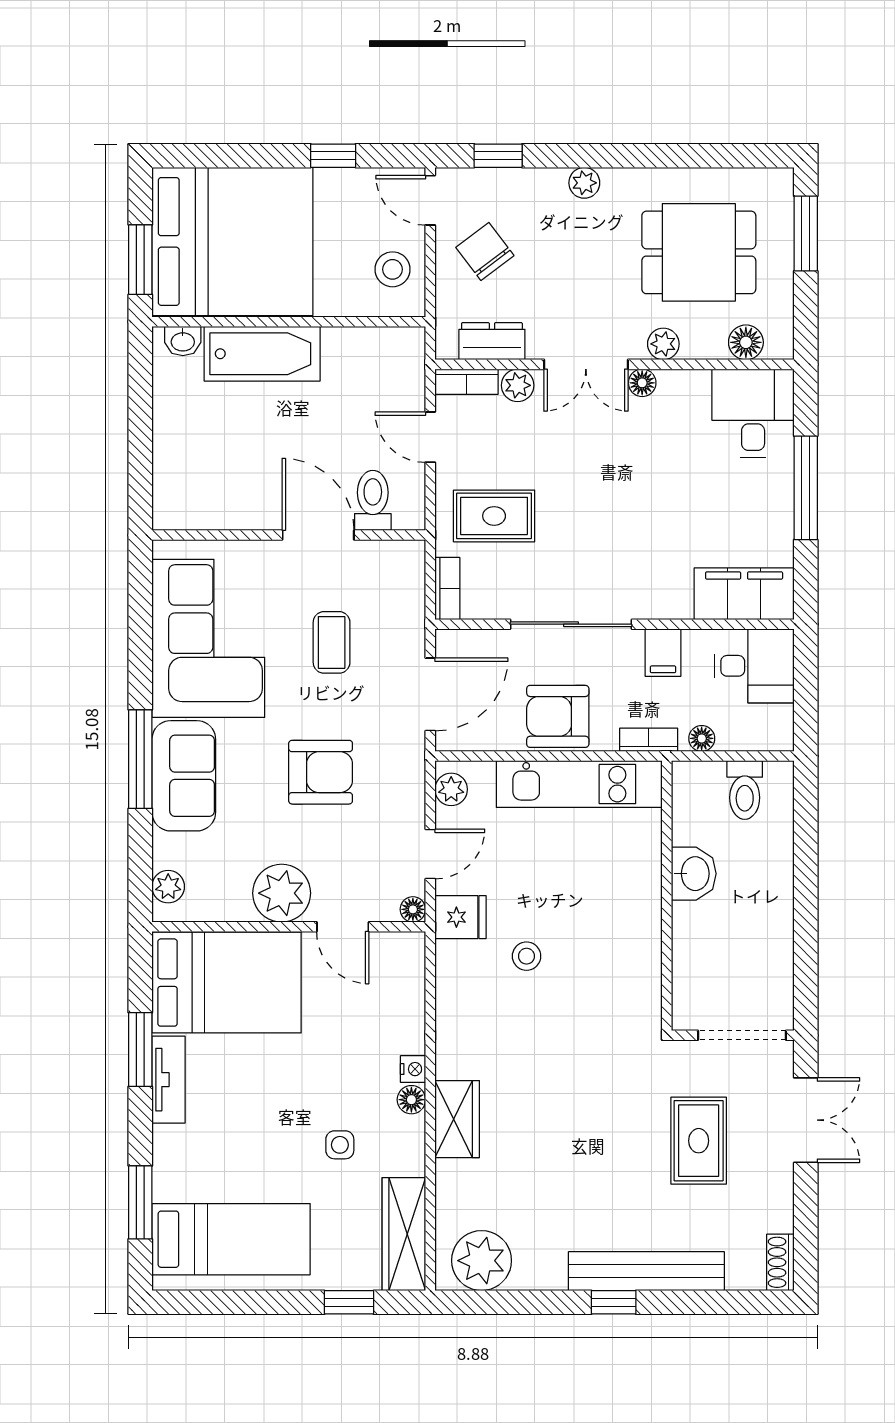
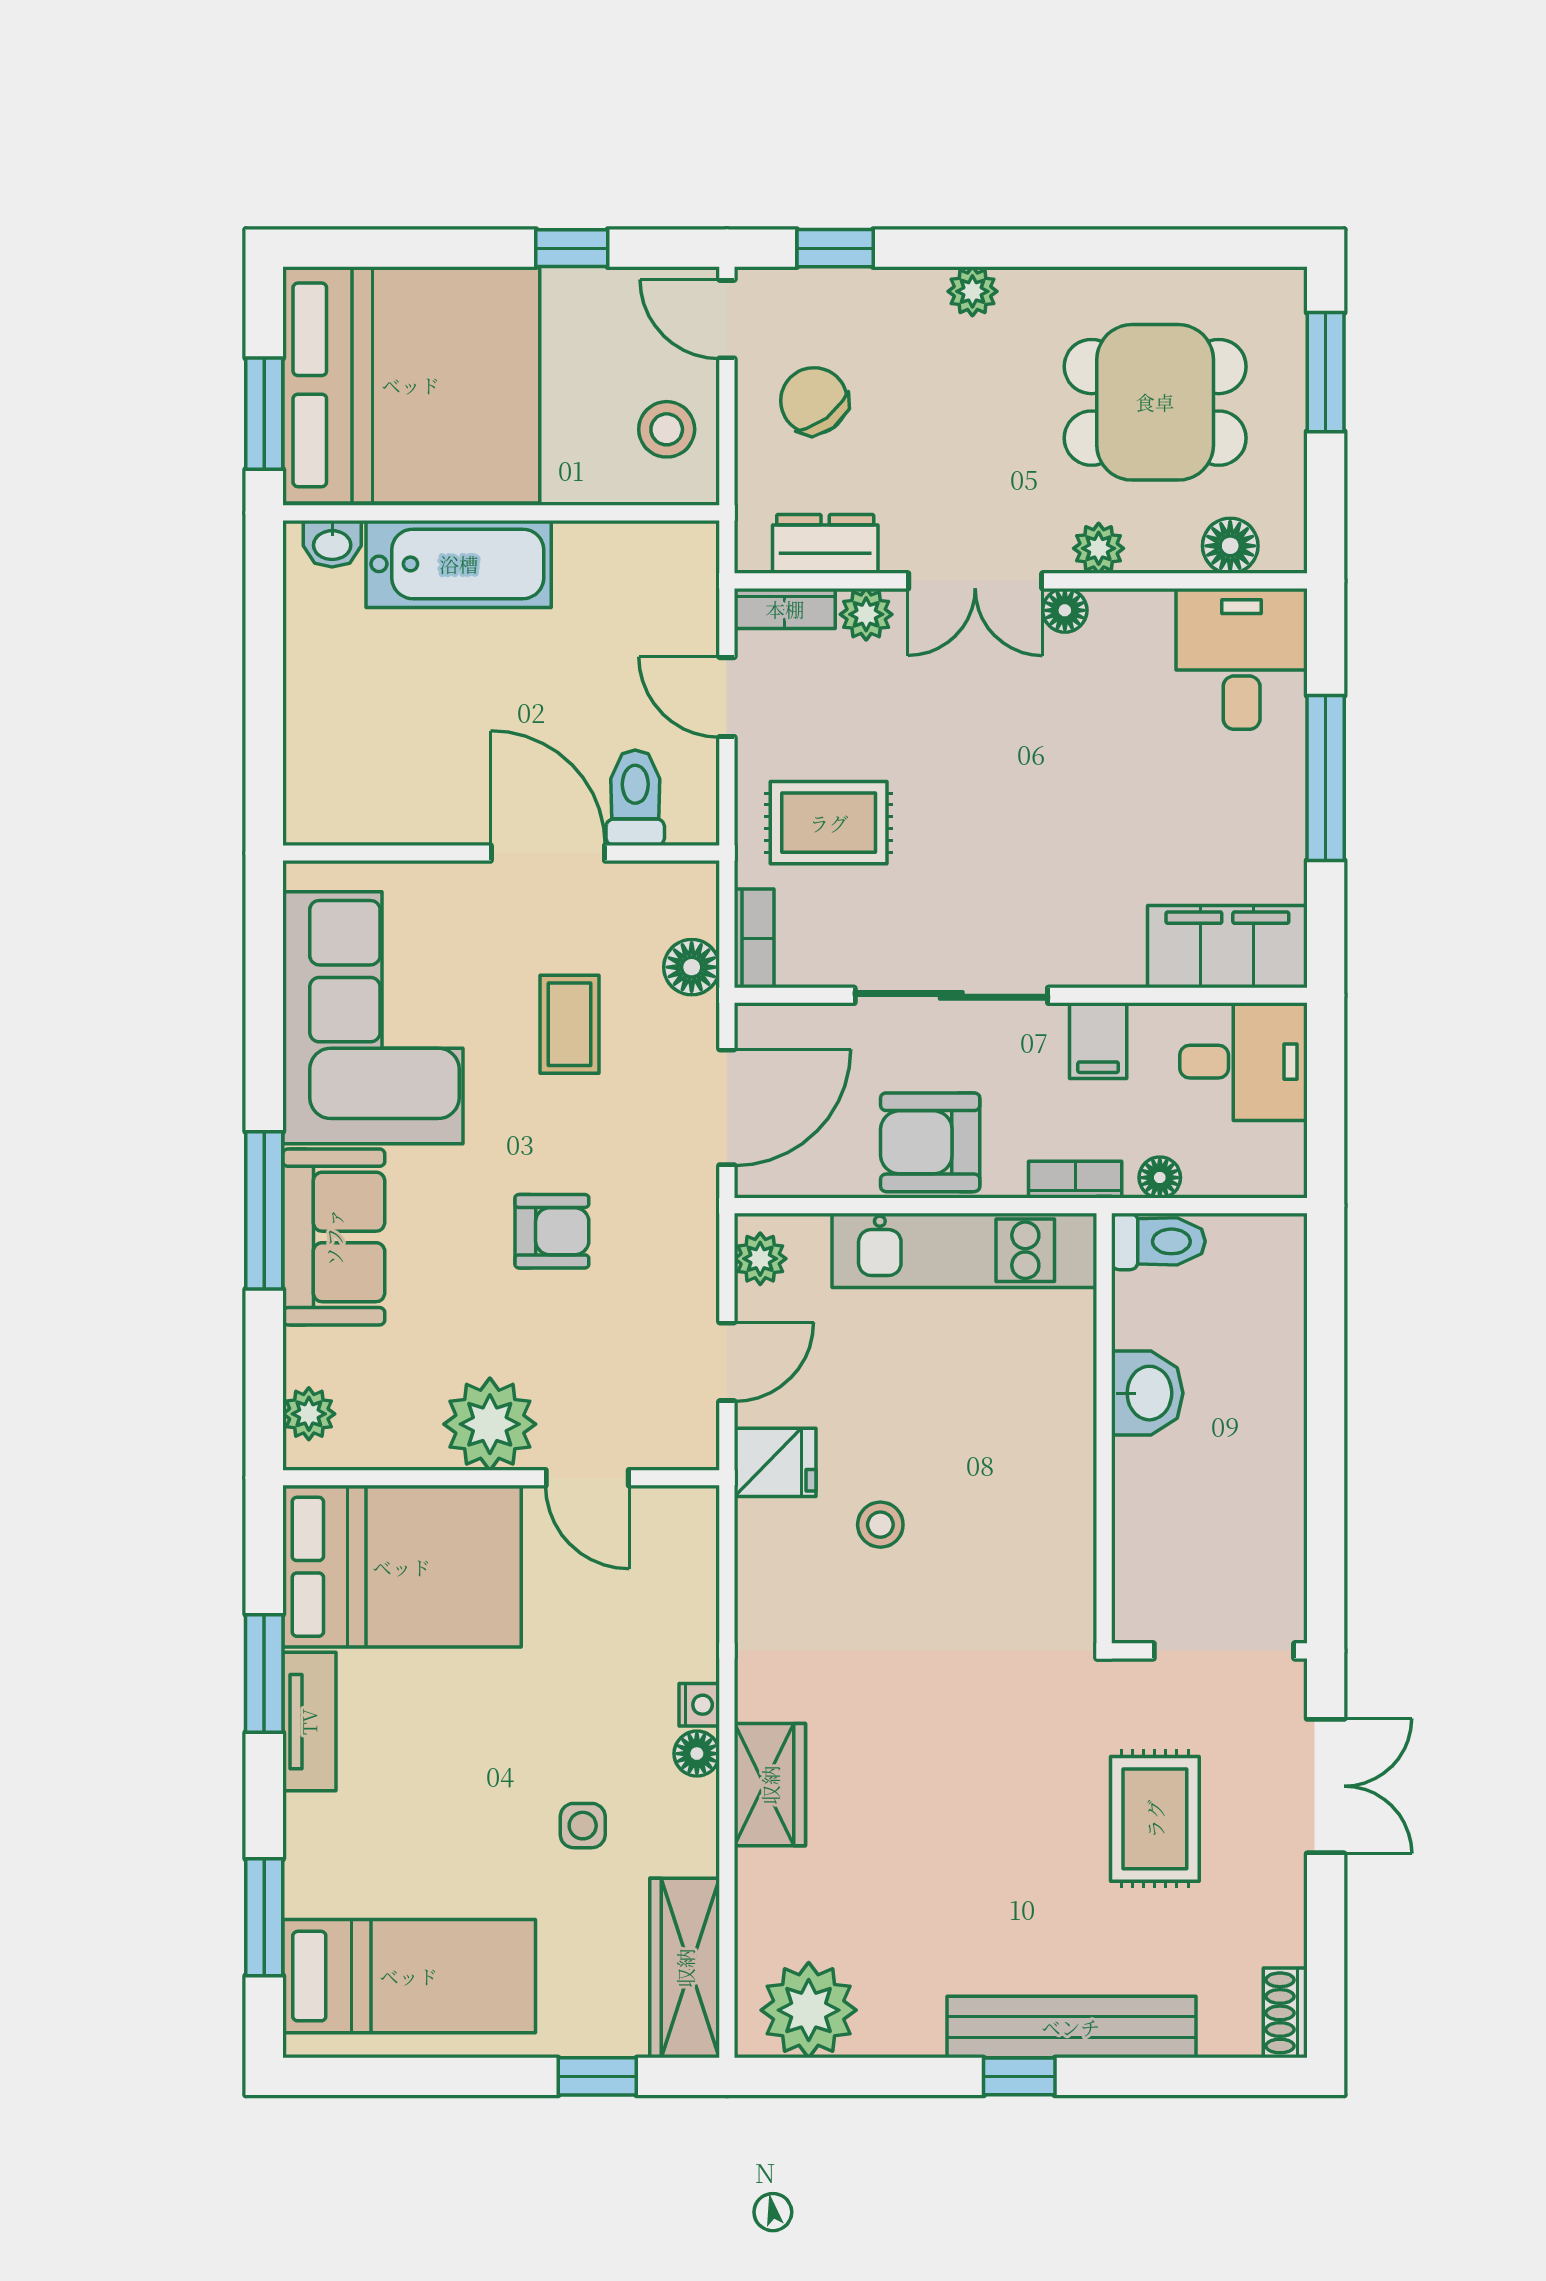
armchair: (321, 772) -> (552, 1231), width x0.72, depth x0.72
toilet: (745, 790) -> (1158, 1241), moved, turned -90
floor lamp: (413, 909) -> (692, 967), moved, width x1.37, depth x1.37

